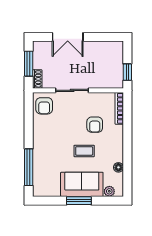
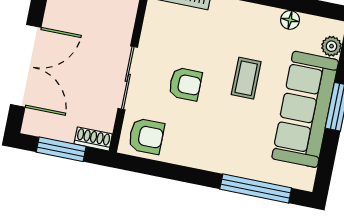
double door: (68, 37) -> (26, 66), width x1.37
armchair: (95, 125) -> (185, 84), moved
sofa: (82, 184) -> (305, 109), width x1.36

